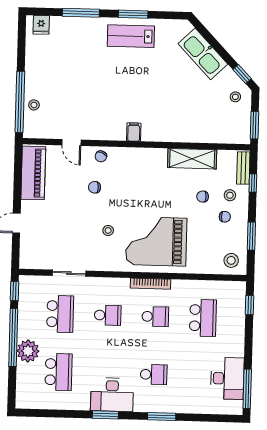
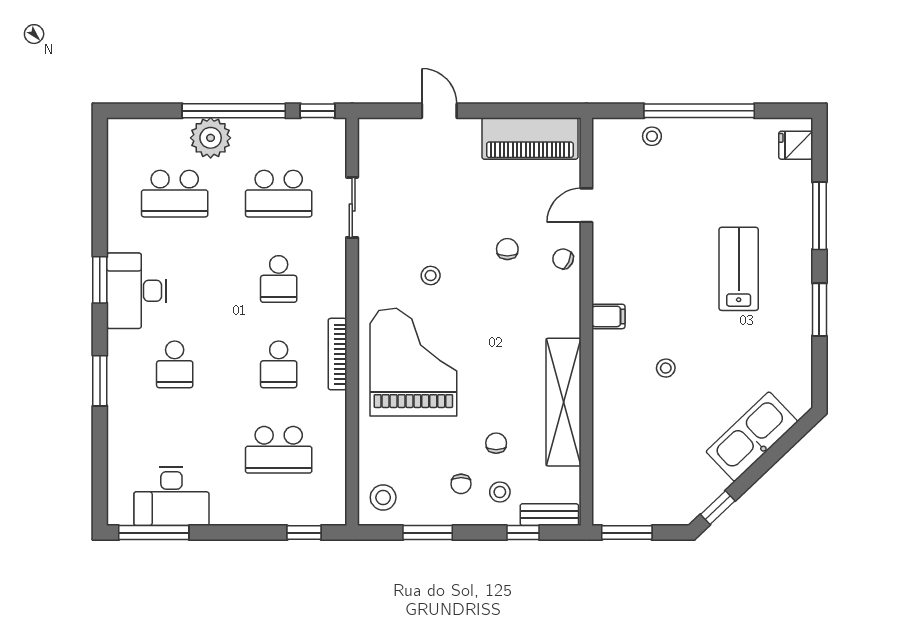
lab bench: (131, 36) -> (739, 269), moved
stool: (235, 97) -> (666, 368), moved
window: (20, 102) -> (699, 111), moved
shelving: (192, 159) -> (564, 402), width x1.47

